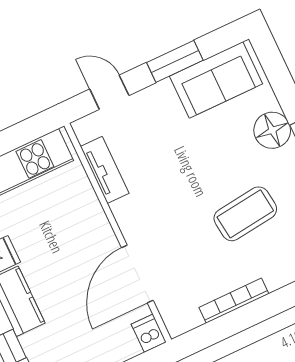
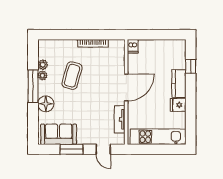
coffee table: (245, 214) -> (72, 76), turned -67
door: (137, 274) -> (126, 87), moved

